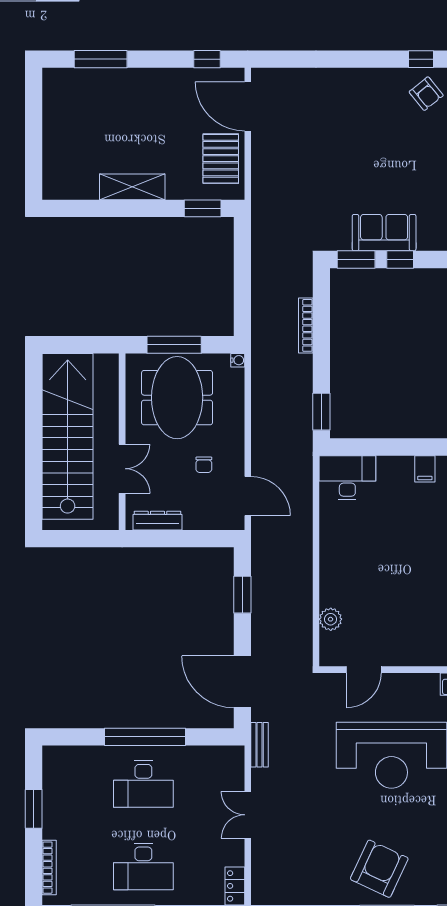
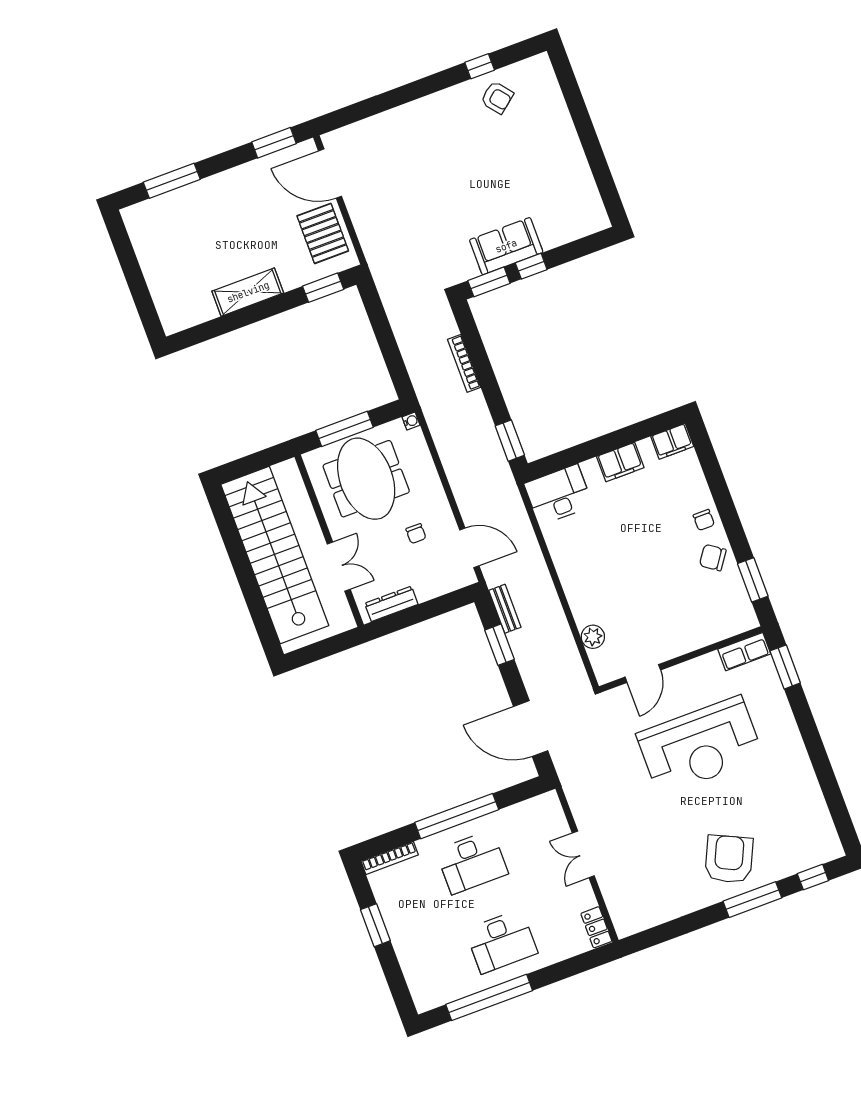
window: (207, 59) -> (274, 143), width x1.50
filing cabinet: (425, 469) -> (620, 462), width x2.00
bench: (260, 745) -> (505, 609), moved
bookcase: (49, 868) -> (390, 858), moved, turned 90

